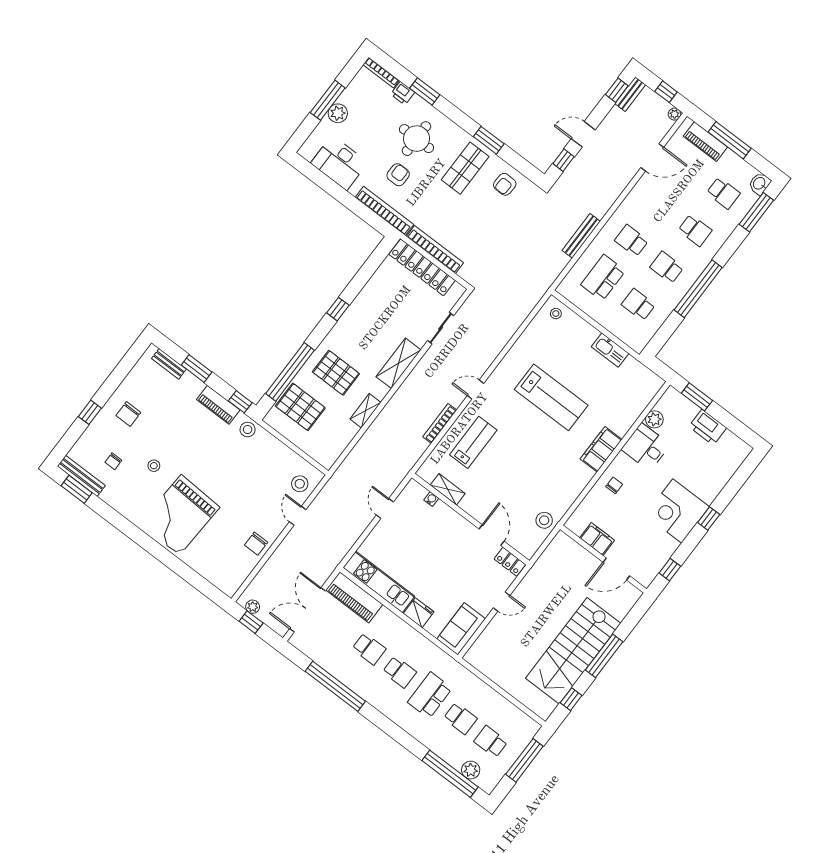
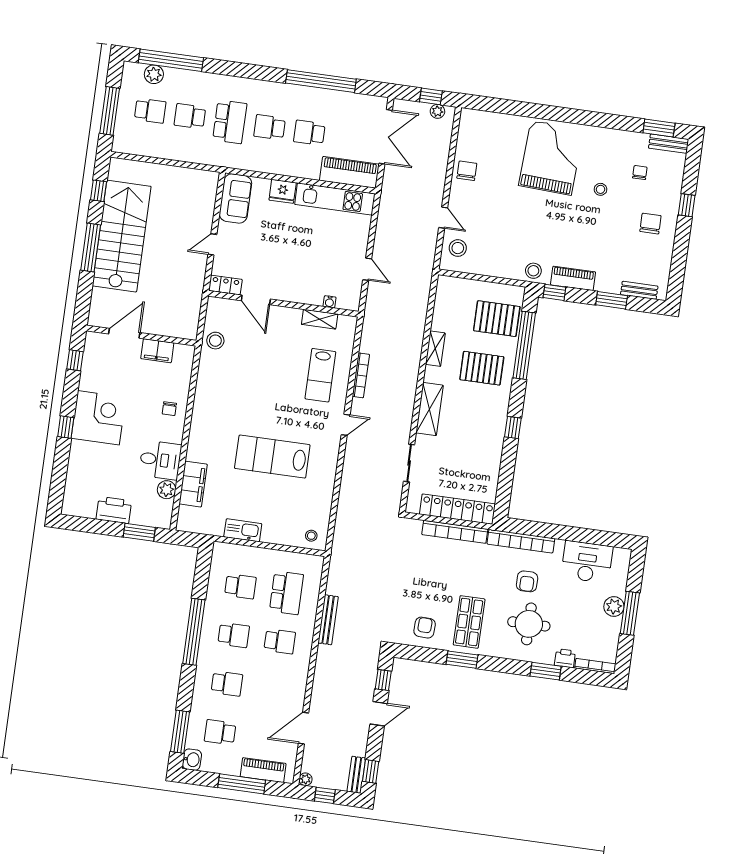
school desk: (695, 230) -> (227, 684), turned 180
filing cabinet: (601, 449) -> (193, 484), moved
bench: (81, 476) -> (669, 144), width x0.73

